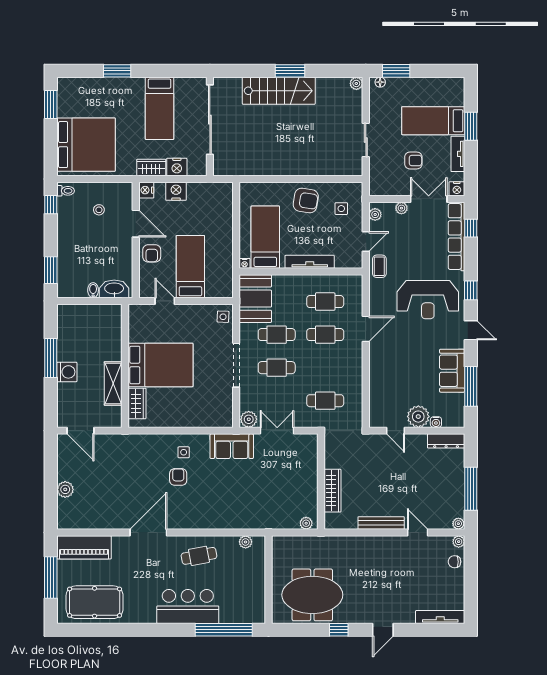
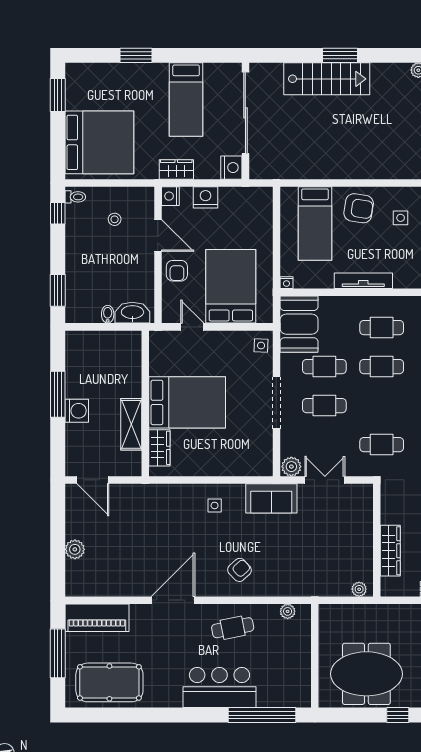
nightstand: (177, 167) -> (231, 168), moved, turned -90
bed: (265, 237) -> (315, 223), moved, turned 180
bed: (190, 267) -> (231, 286), width x1.50
armchair: (178, 477) -> (239, 570), moved, turned 47

